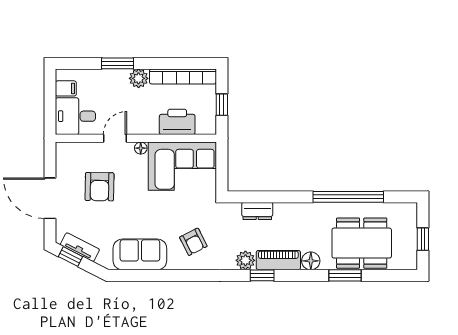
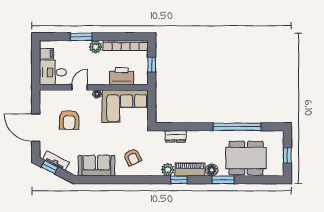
window: (345, 275) -> (223, 180), moved

